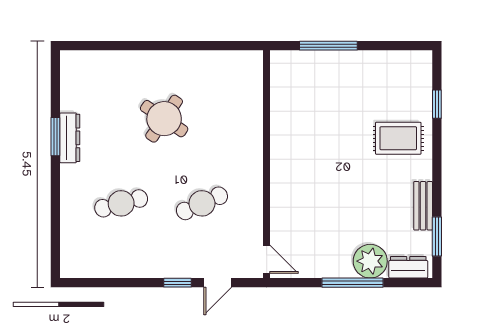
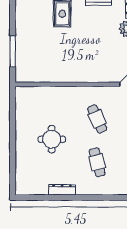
round table: (164, 119) -> (52, 139), turned -34
window: (55, 137) -> (61, 197), removed

